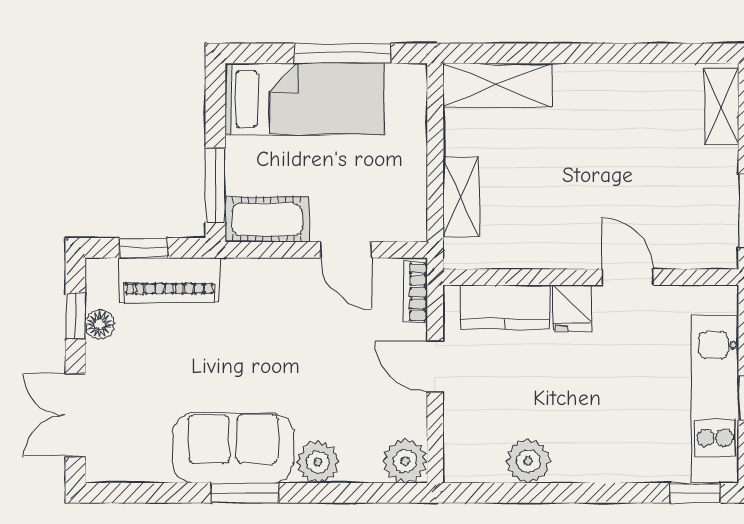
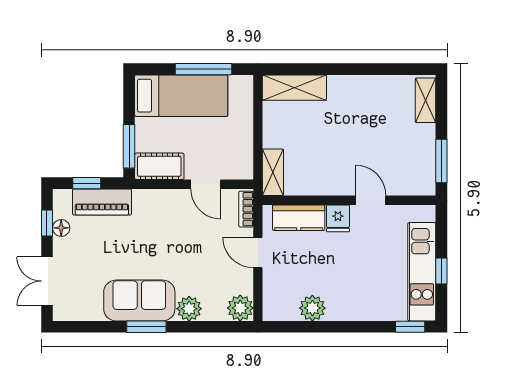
shelving: (461, 197) -> (273, 172), moved

